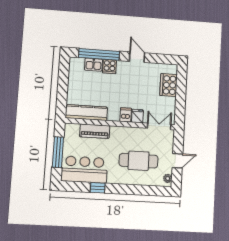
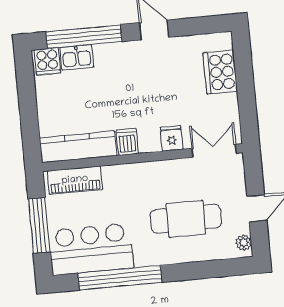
cooker: (110, 66) -> (47, 61), moved
dishwasher: (126, 115) -> (127, 142), moved
piano: (95, 131) -> (75, 180), moved
window: (98, 188) -> (120, 278), width x3.17

